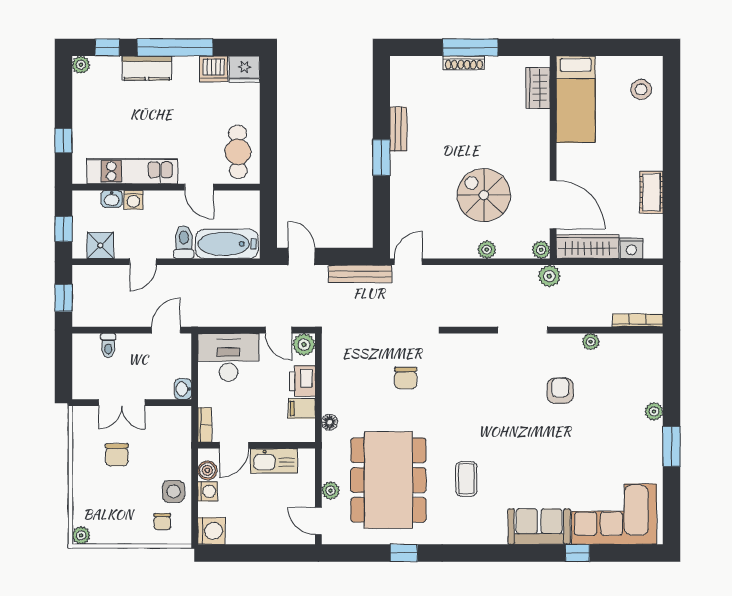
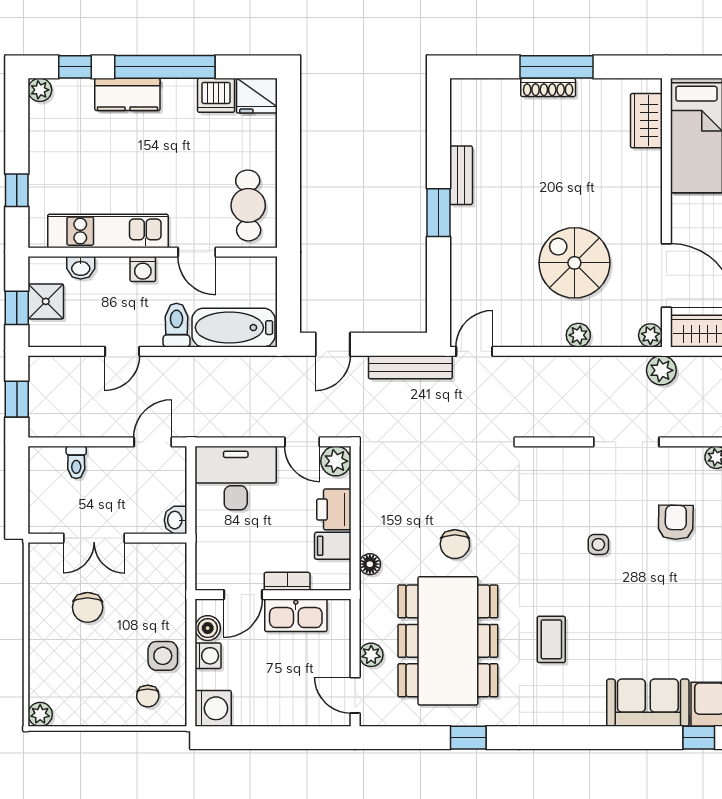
washing machine: (133, 200) -> (143, 269), moved
shower: (100, 245) -> (46, 301), moved
door: (302, 256) -> (333, 344), swing flipped
chair: (406, 378) -> (455, 544), moved
side table: (502, 407) -> (598, 544), added
bookcase: (205, 425) -> (287, 581), moved, turned -90

